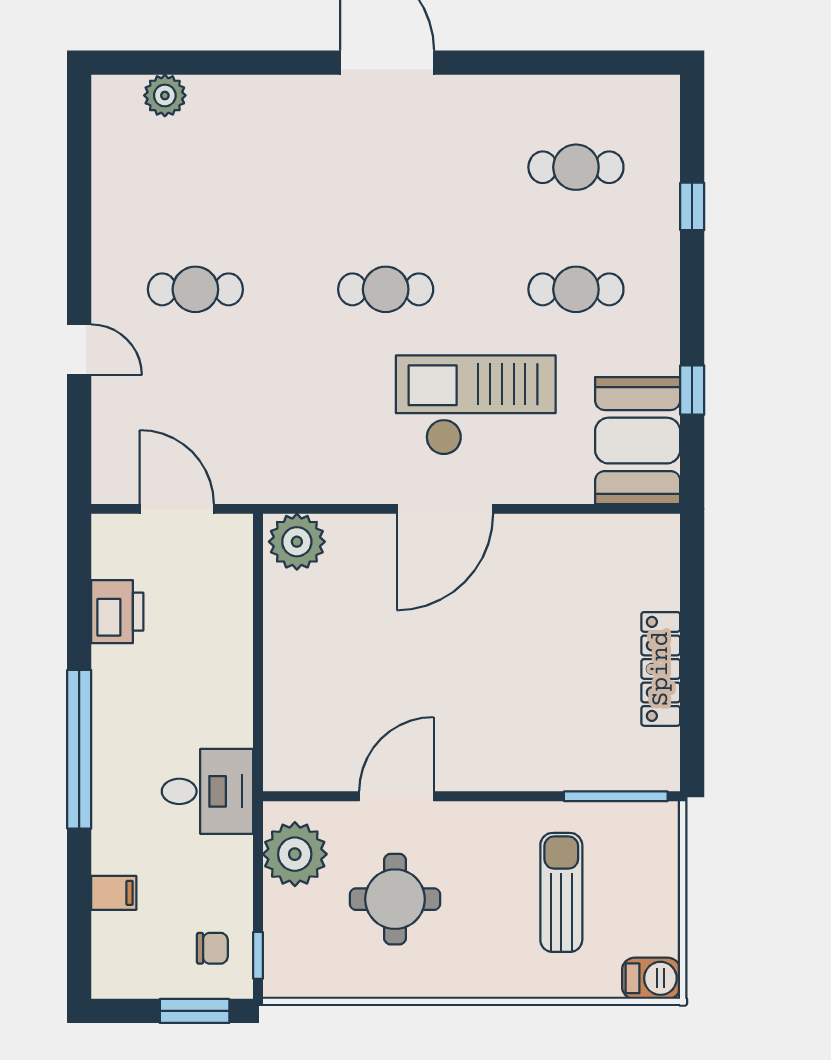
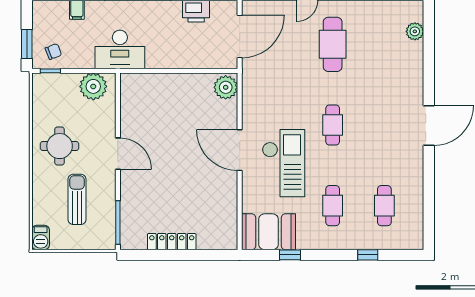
cafe table: (195, 289) -> (333, 44), width x1.37, depth x1.35
door: (177, 509) -> (240, 36), width x1.36
desk: (207, 791) -> (120, 49), width x1.37
door: (396, 796) -> (118, 154), moved
sun lounger: (561, 892) -> (77, 199), turned -90
round table: (395, 899) -> (60, 146), moved
chair: (212, 948) -> (53, 52), turned -111

